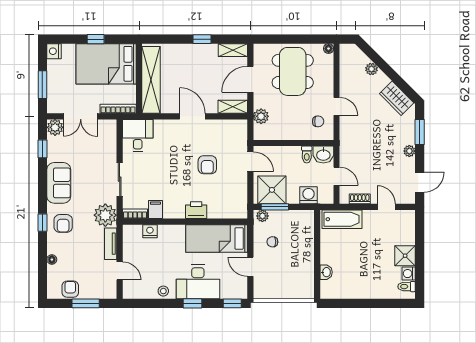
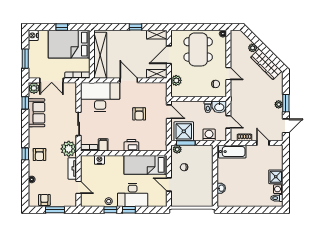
wardrobe: (397, 98) -> (266, 64), width x1.50
window: (420, 132) -> (286, 103), moved
desk: (138, 135) -> (100, 97), width x1.87, depth x1.30
sofa: (59, 183) -> (36, 113), moved
window: (232, 303) -> (110, 210), moved

